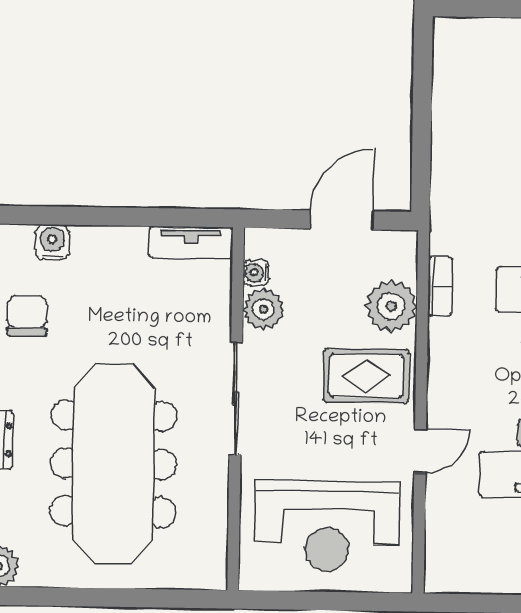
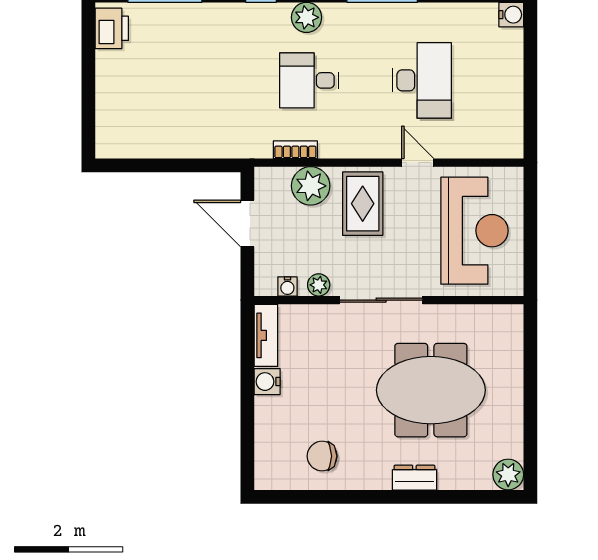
water cooler: (52, 242) -> (267, 382), moved
plant: (263, 309) -> (319, 285), width x0.73, depth x0.73
meeting table: (113, 464) -> (431, 390), width x0.73

